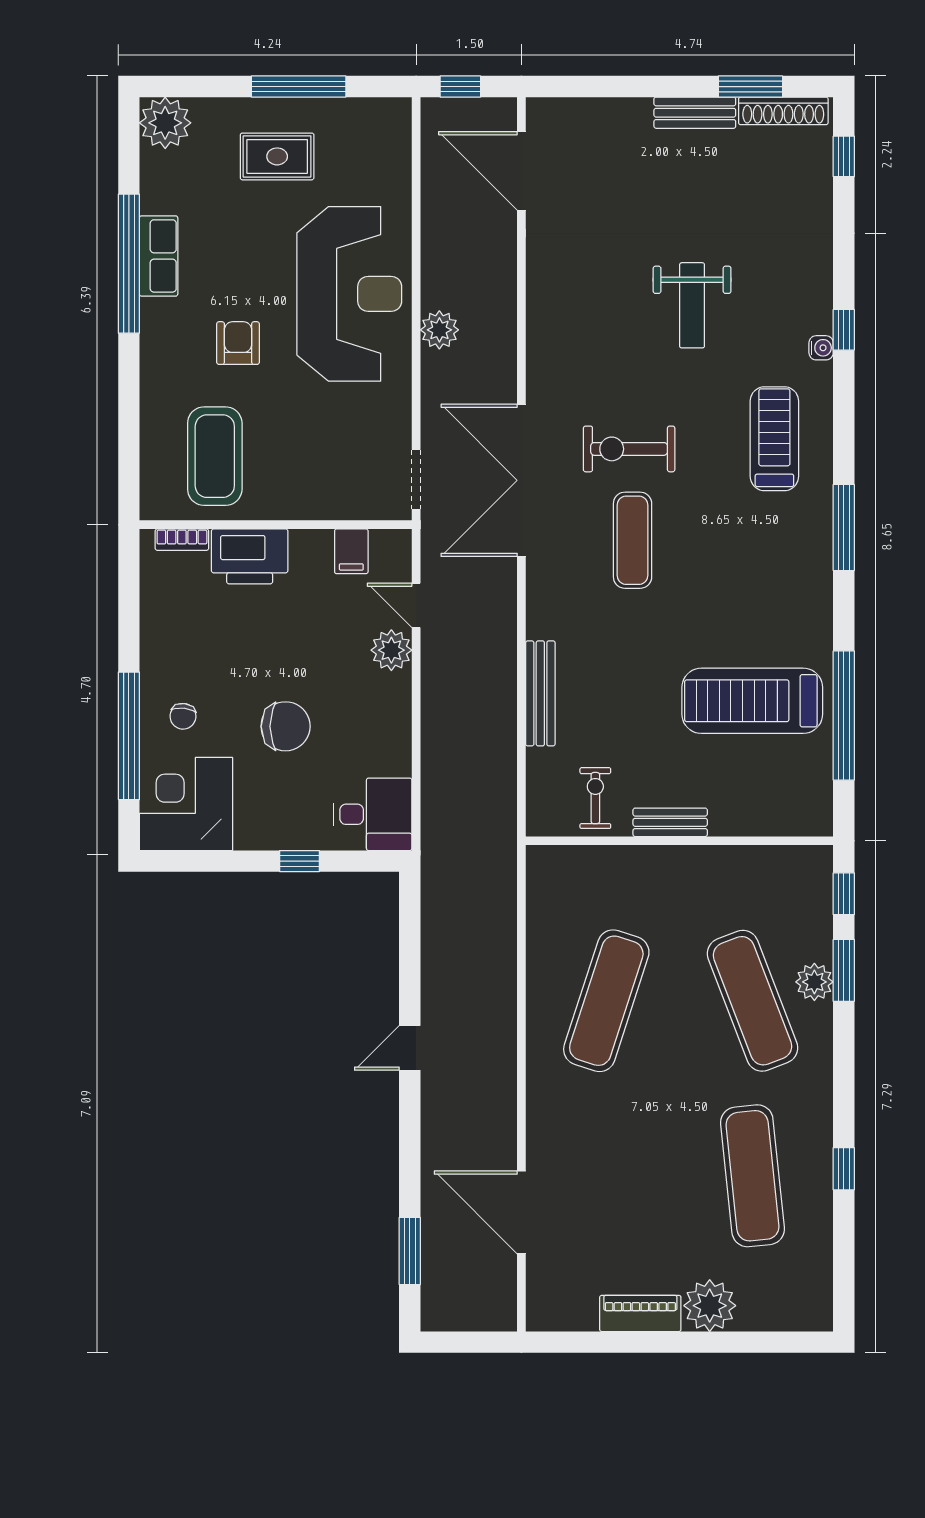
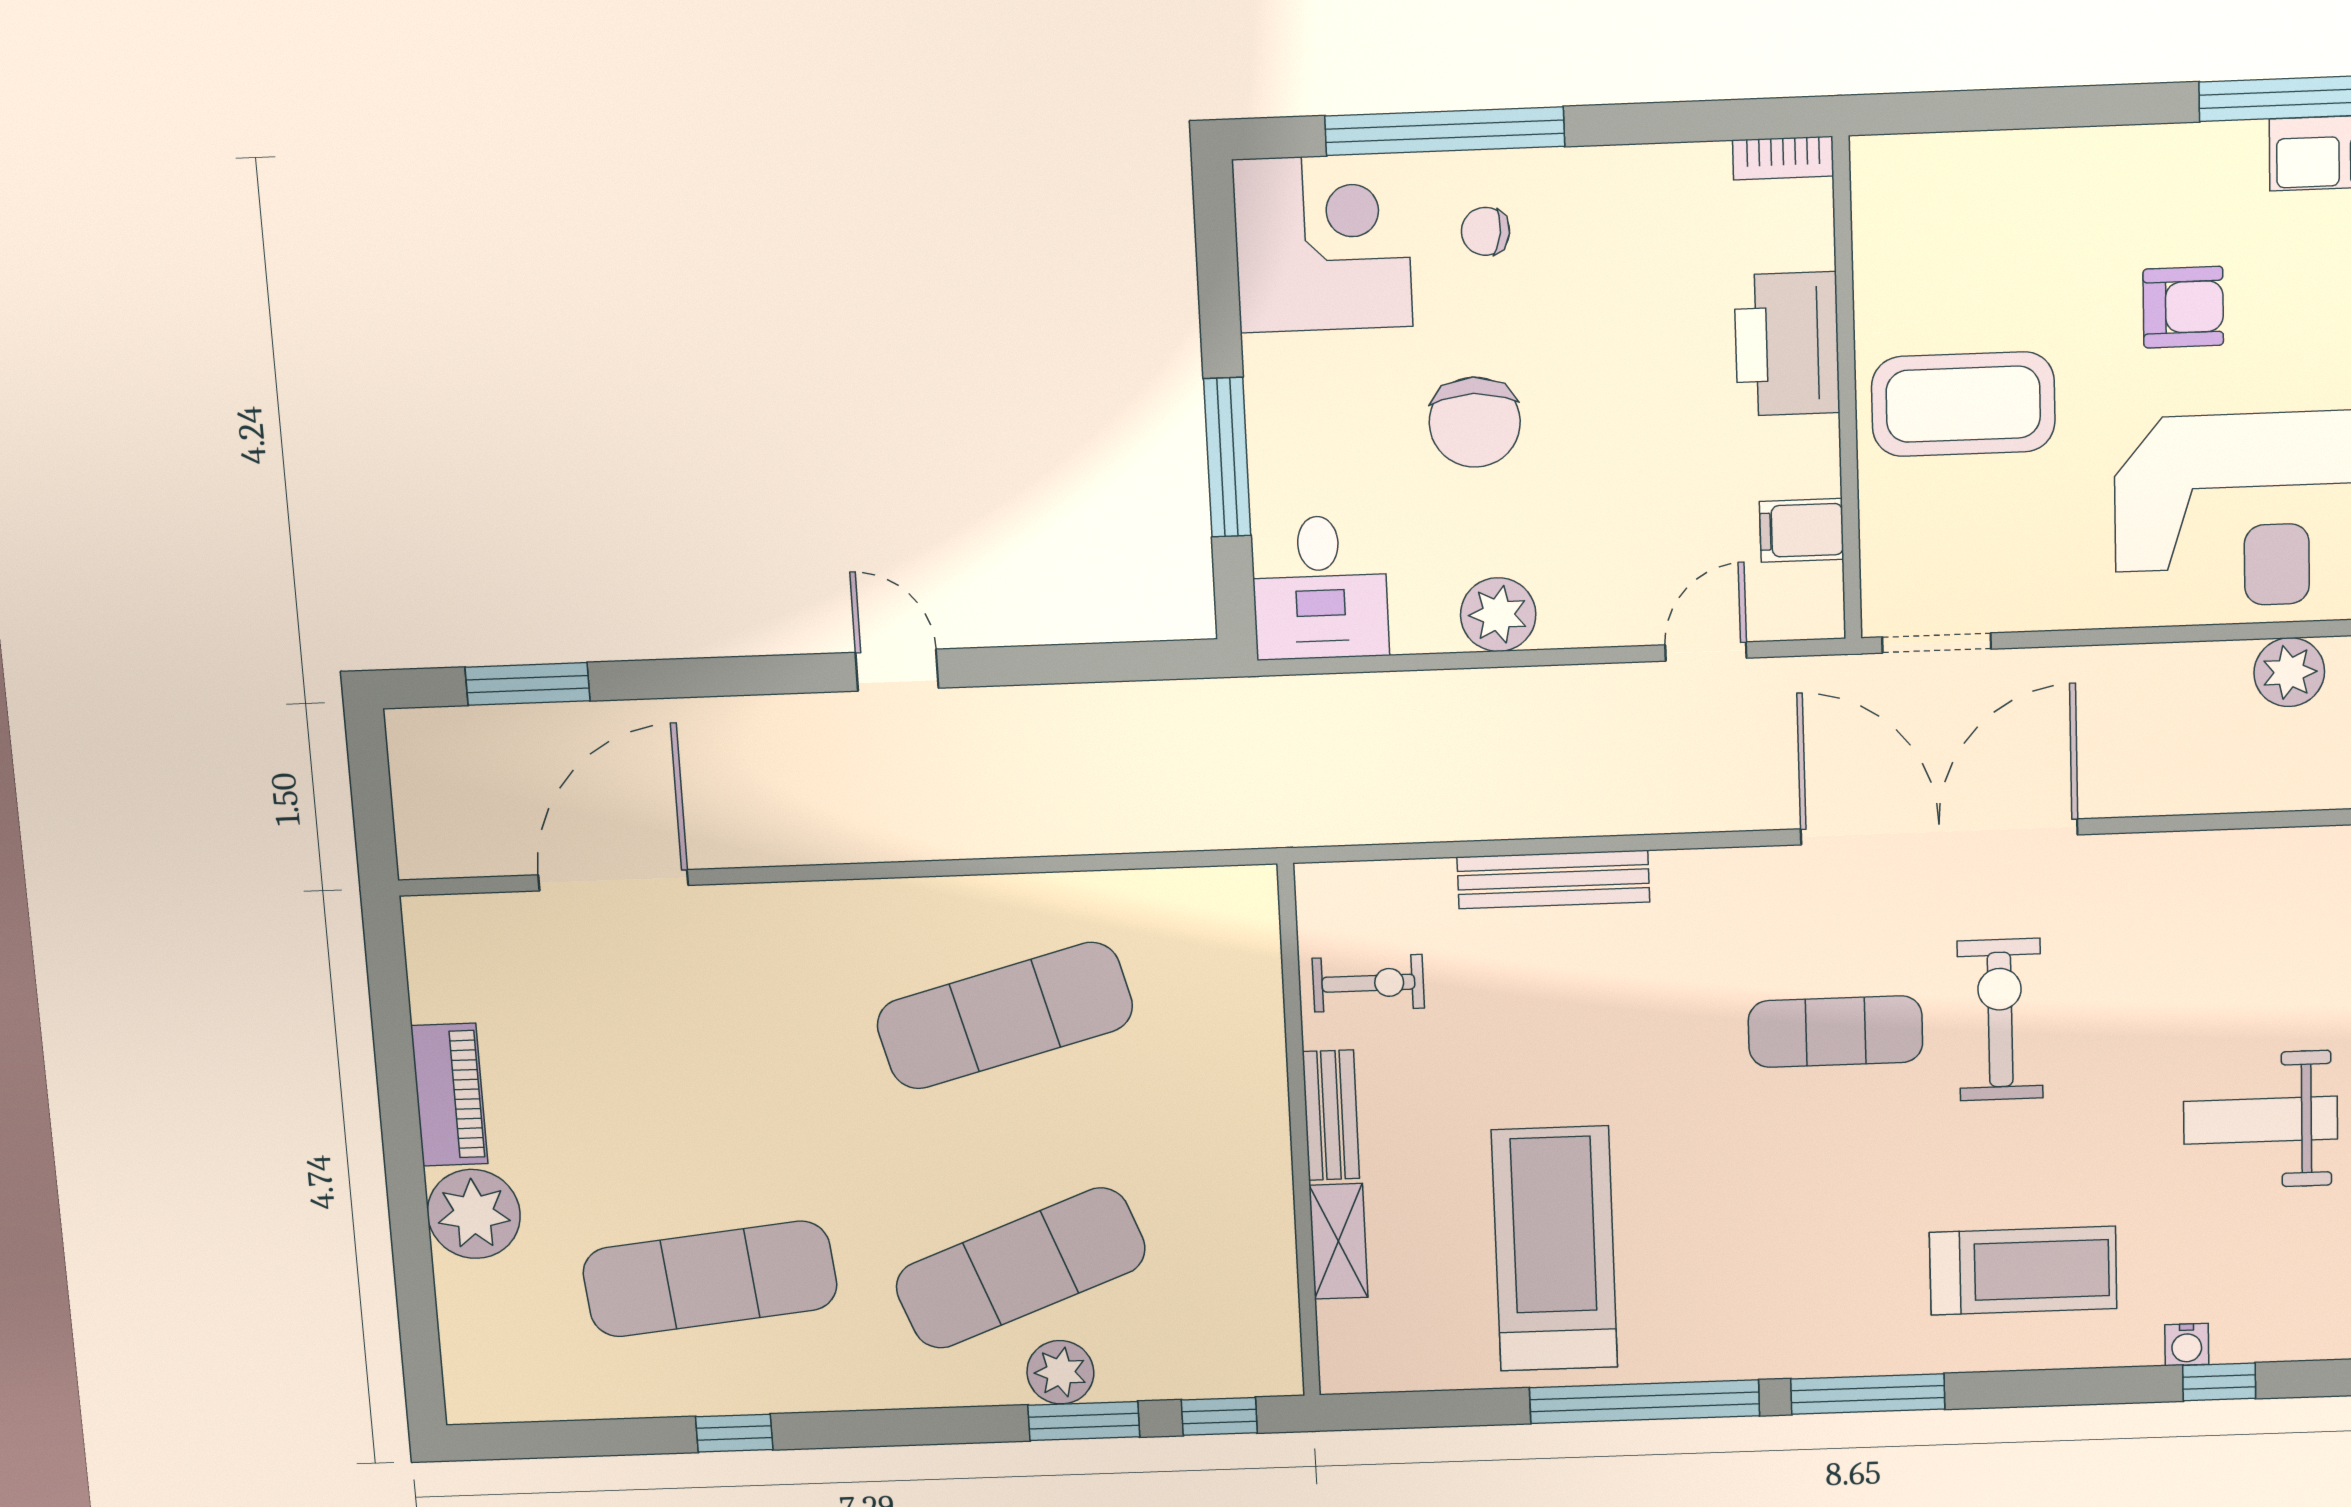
plant: (439, 330) -> (2289, 672), moved
coffee table: (215, 456) -> (1963, 404), moved
bookcase: (182, 540) -> (1783, 158), moved, turned -90
plant: (391, 650) -> (1498, 615), moved
window: (844, 716) -> (1645, 1402), moved
shelving: (743, 822) -> (1339, 1241), added
window: (300, 861) -> (1227, 457), width x2.17
exercise mat: (606, 1001) -> (1005, 1016), turned -33

